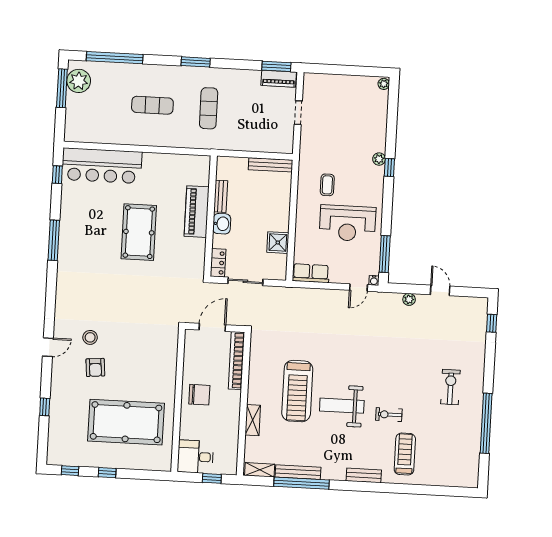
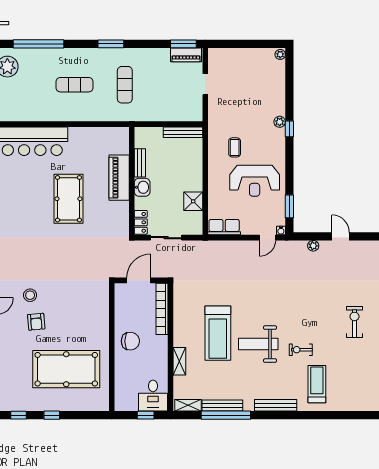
window: (385, 254) -> (289, 206), width x0.69
desk: (195, 457) -> (153, 396), moved, turned -90
bench: (364, 475) -> (276, 405), width x1.36

